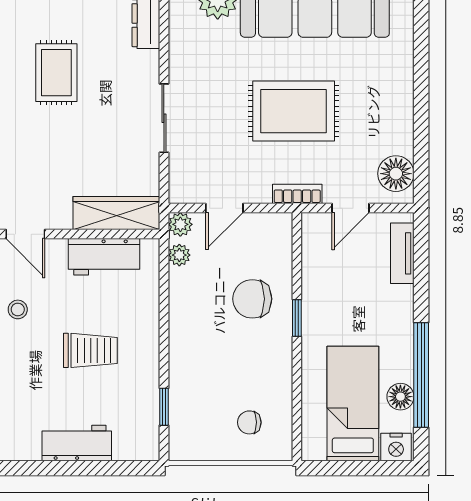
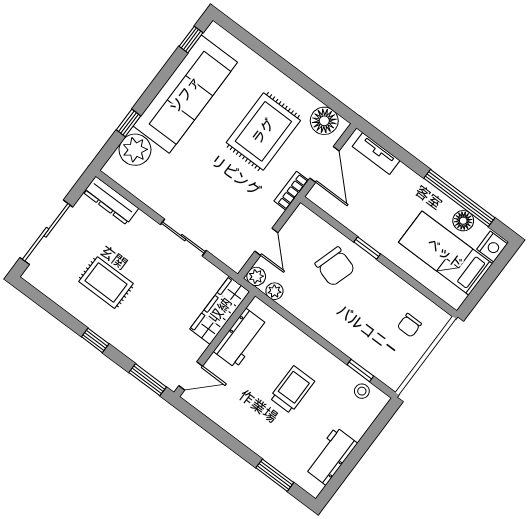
rug: (294, 111) -> (263, 131), moved
door: (351, 208) -> (325, 164), width x1.38
chair: (252, 299) -> (335, 267), turned -73
stool: (18, 309) -> (362, 391), moved
workbench: (77, 443) -> (331, 456), moved

